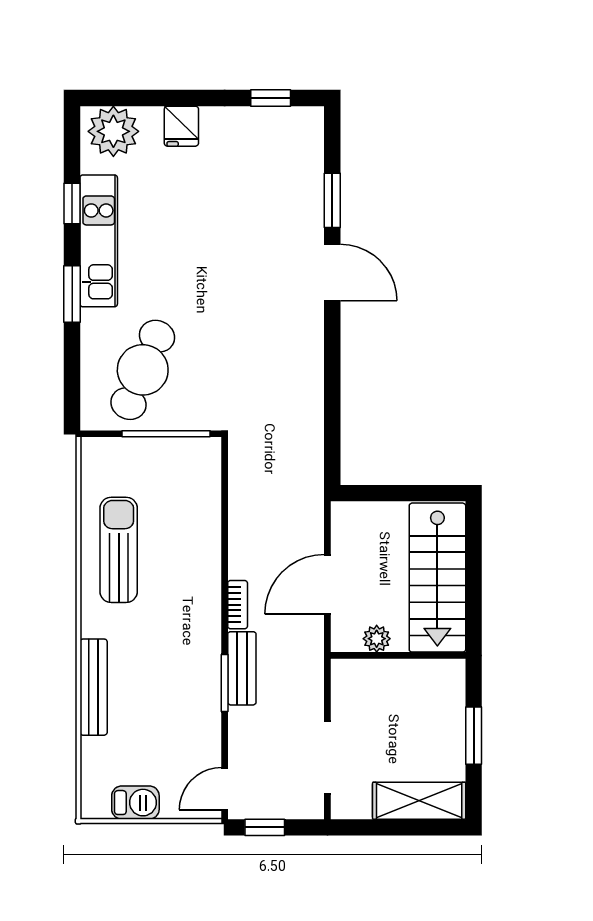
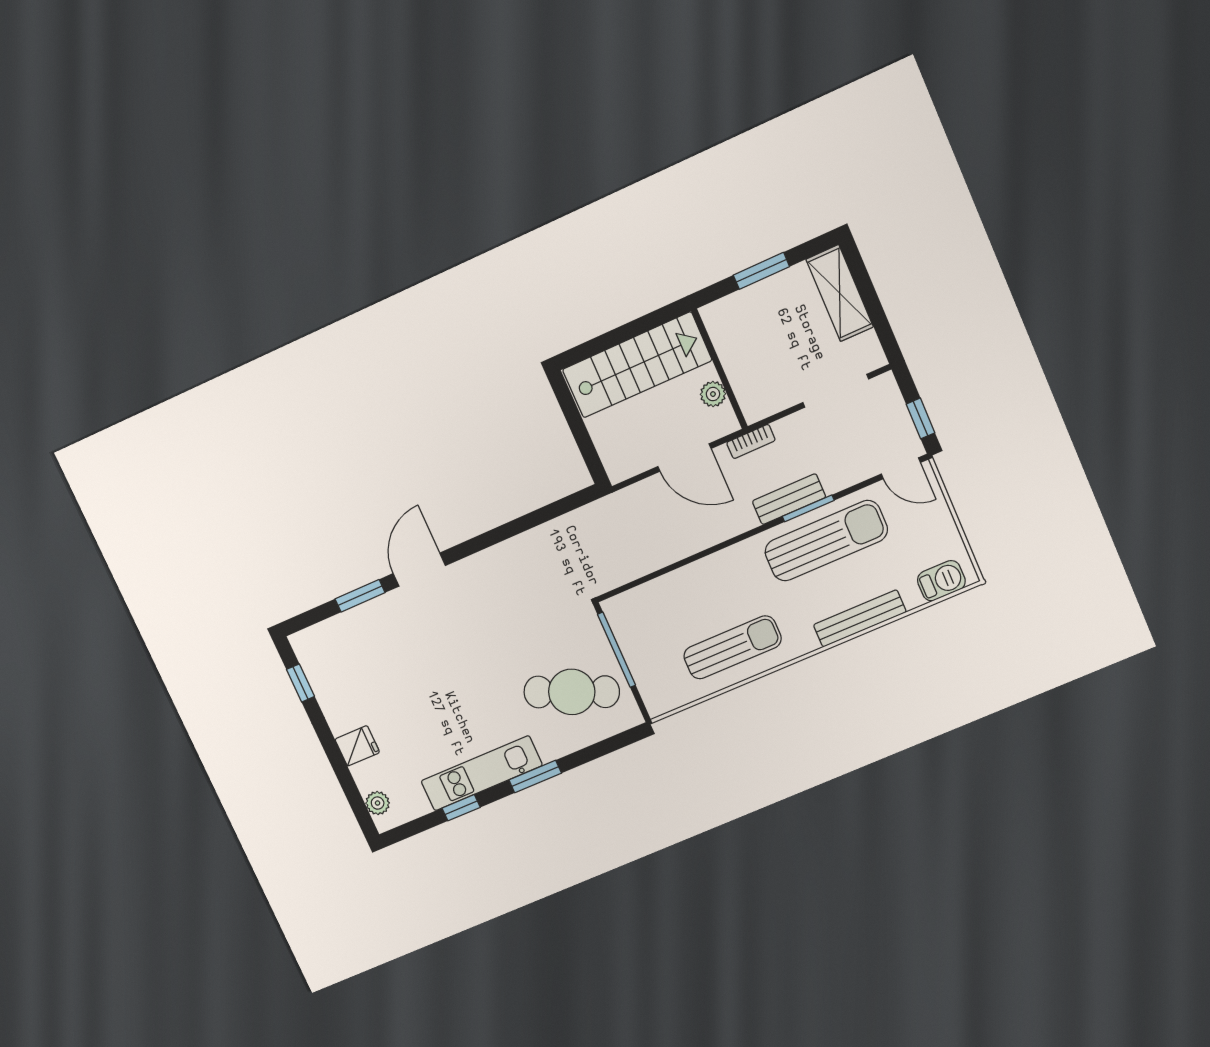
plant: (113, 131) -> (378, 803), width x0.53, depth x0.53
sun lounger: (119, 550) -> (732, 647), turned 180
bookcase: (238, 605) -> (751, 441), moved, turned 180
sun lounger: (185, 687) -> (826, 541), added
barbecue: (135, 803) -> (941, 581), moved, turned 90

